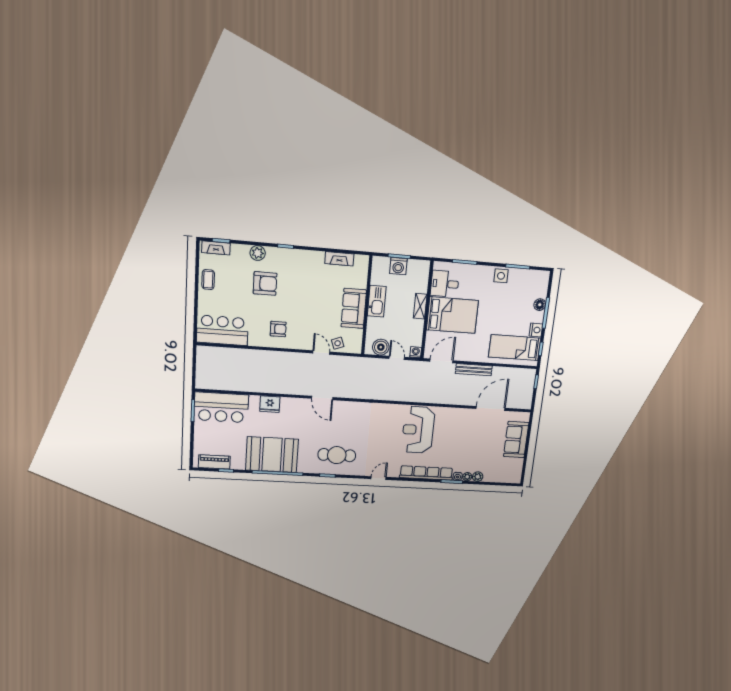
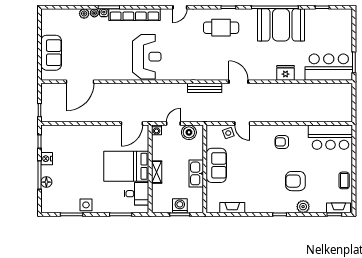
bed: (515, 348) -> (65, 141), removed
door: (397, 358) -> (173, 124), swing flipped
bench: (474, 370) -> (205, 88), moved
piano: (214, 462) -> (333, 15), removed

